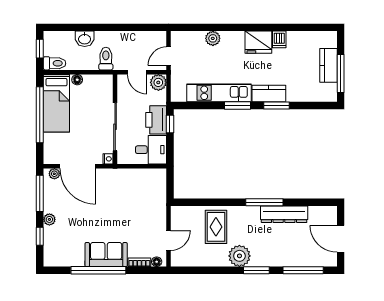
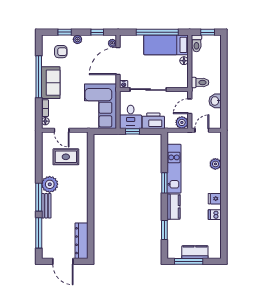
washbasin: (85, 39) -> (215, 101), moved
fridge: (258, 42) -> (215, 199), width x0.53, depth x0.75
door: (169, 56) -> (202, 130), hinge flipped
window: (276, 105) -> (164, 230), moved
window: (170, 124) -> (133, 131), moved
corner sofa: (137, 189) -> (100, 106), added
window: (40, 193) -> (97, 32), width x0.46
window: (264, 202) -> (91, 203), removed
dresser: (284, 214) -> (81, 241), moved
rug: (216, 227) -> (66, 157), moved
door: (341, 239) -> (63, 261), swing flipped
armchair: (65, 241) -> (61, 52), added
bench: (268, 260) -> (46, 206), added
window: (256, 270) -> (39, 197), width x1.44

